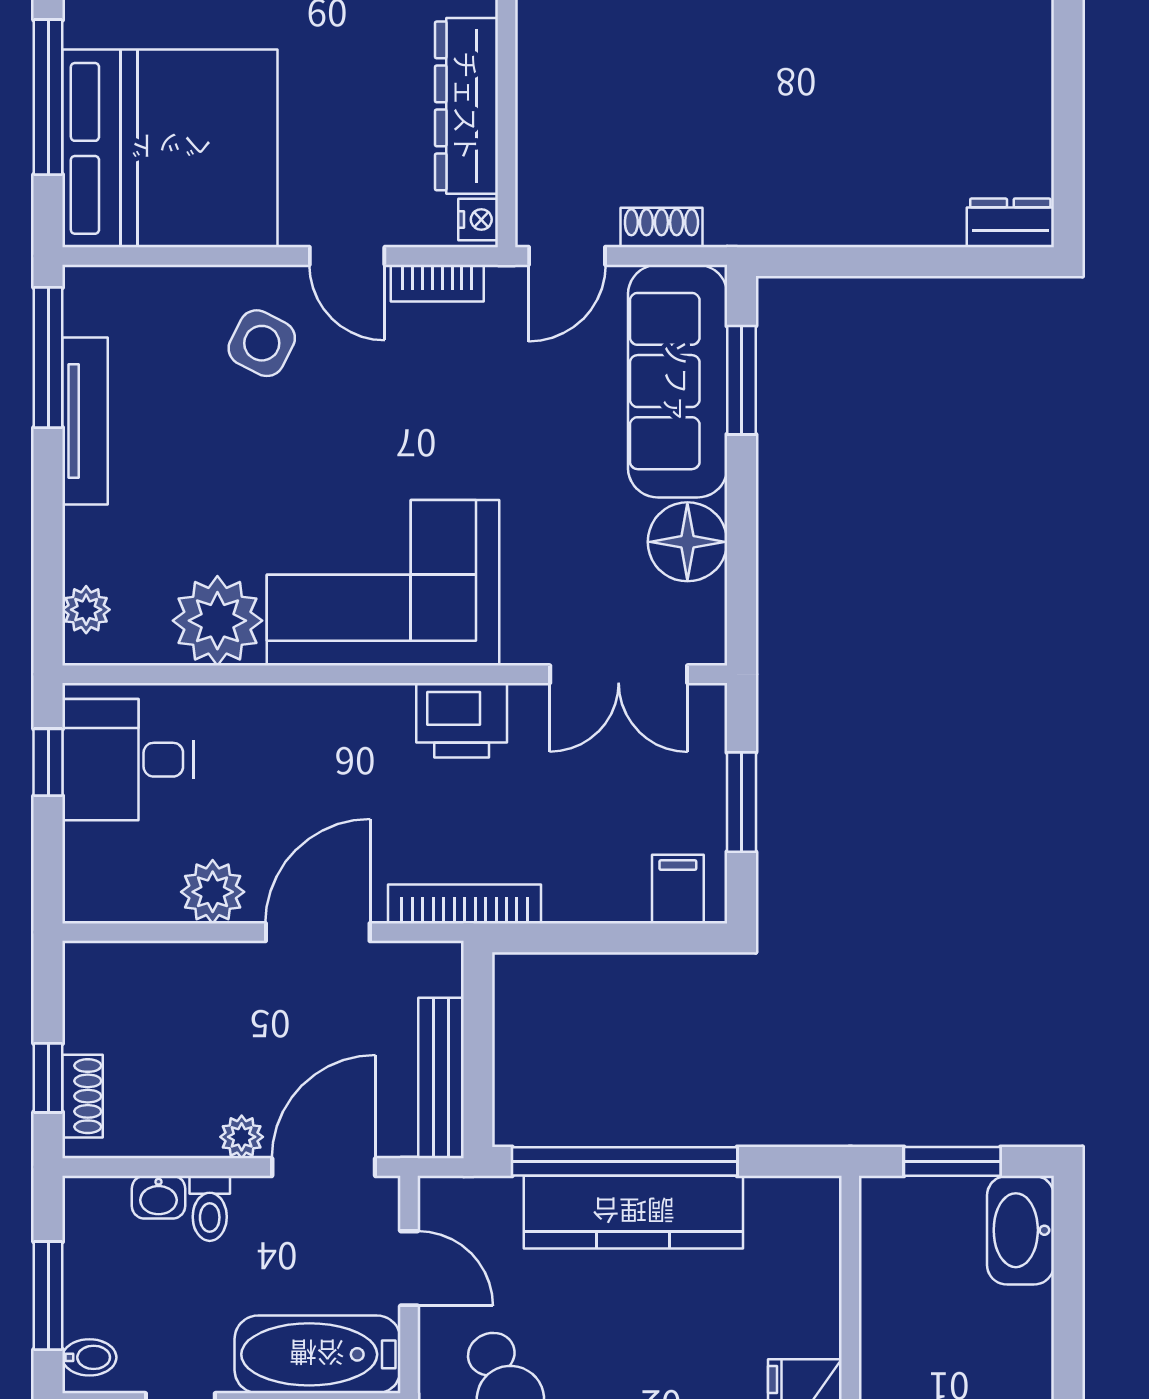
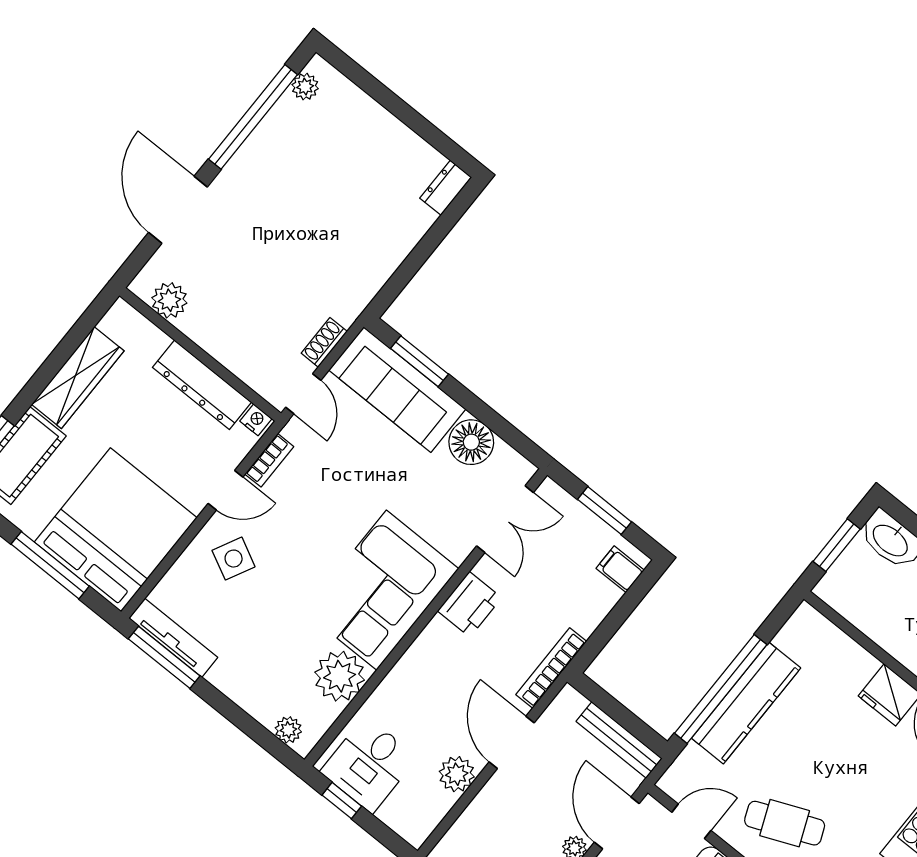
tv unit: (85, 421) -> (173, 638), moved

